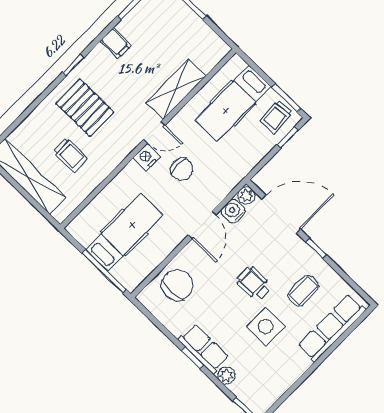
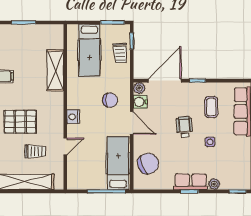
trolley: (276, 117) -> (120, 53), moved
door: (154, 132) -> (65, 146), moved
chair: (182, 169) -> (110, 100), moved
hospital bed: (124, 232) -> (118, 163), moved
wheelchair: (254, 284) -> (184, 127), turned 86
chair: (177, 285) -> (148, 163), turned 69
side table: (266, 326) -> (210, 142), width x0.54, depth x0.54

